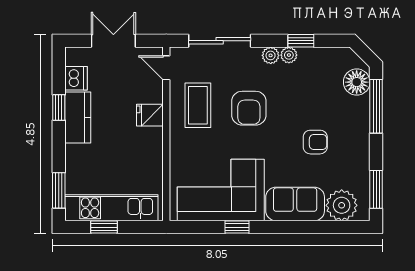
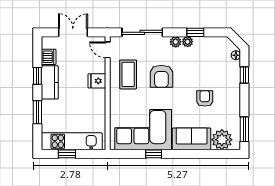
floor lamp: (357, 82) -> (236, 55), width x0.53, depth x0.53
window: (376, 106) -> (244, 75), width x0.46
armchair: (315, 142) -> (205, 98), turned -90
window: (59, 190) -> (37, 112), moved

